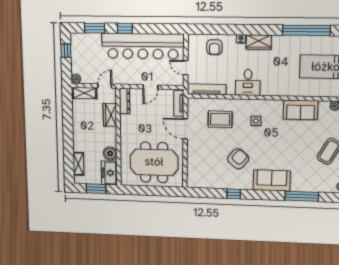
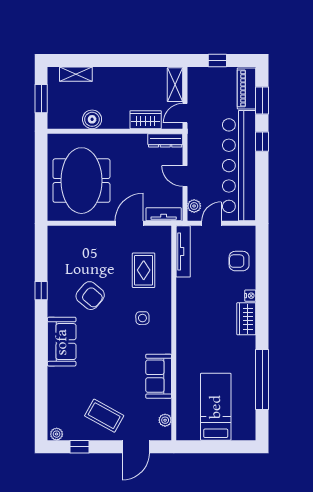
piano: (86, 40) -> (247, 88), added
window: (66, 51) -> (217, 60), moved
plant: (76, 79) -> (194, 206), moved
desk: (248, 82) -> (193, 306), removed
door: (105, 86) -> (185, 113), swing flipped
freezer: (109, 173) -> (64, 118), removed
window: (302, 196) -> (41, 382), removed

